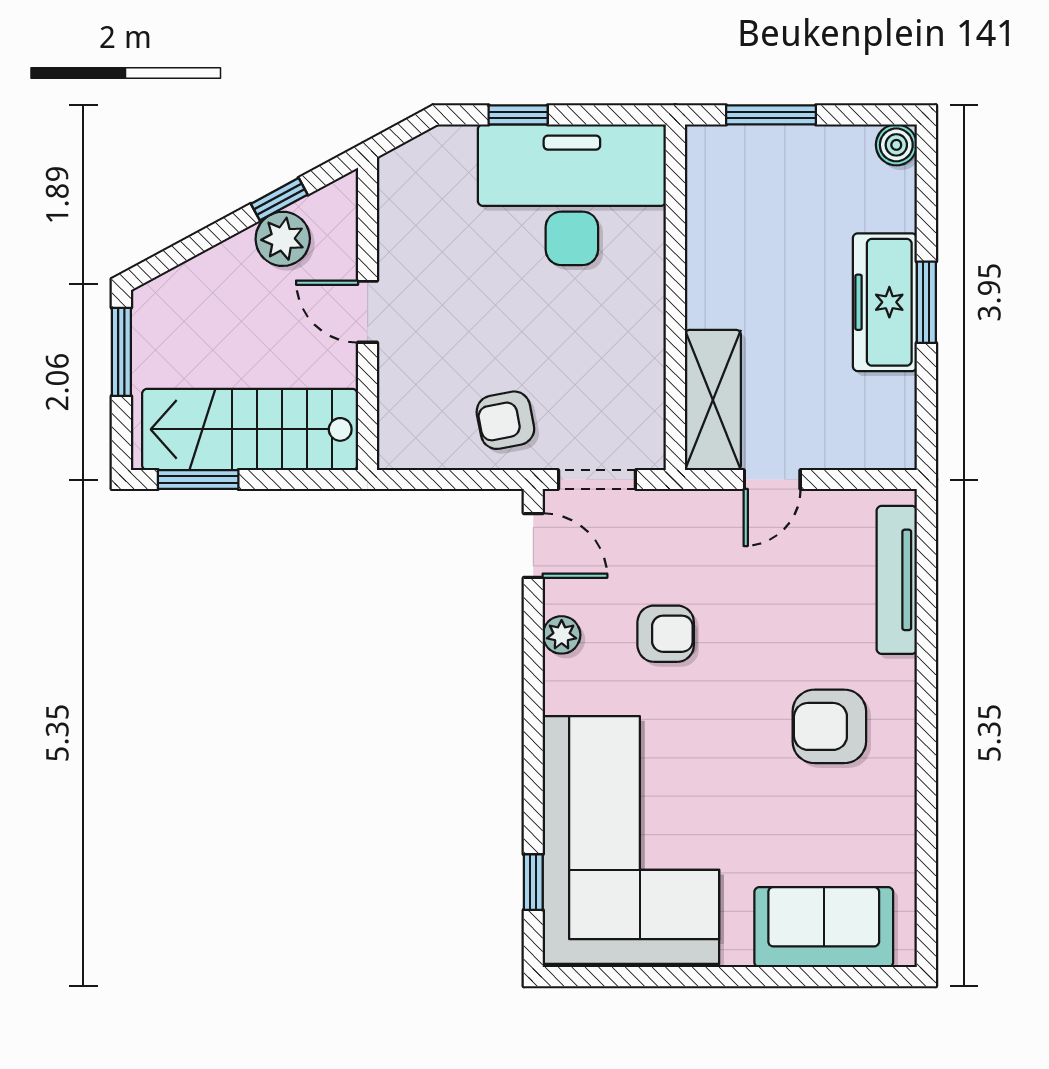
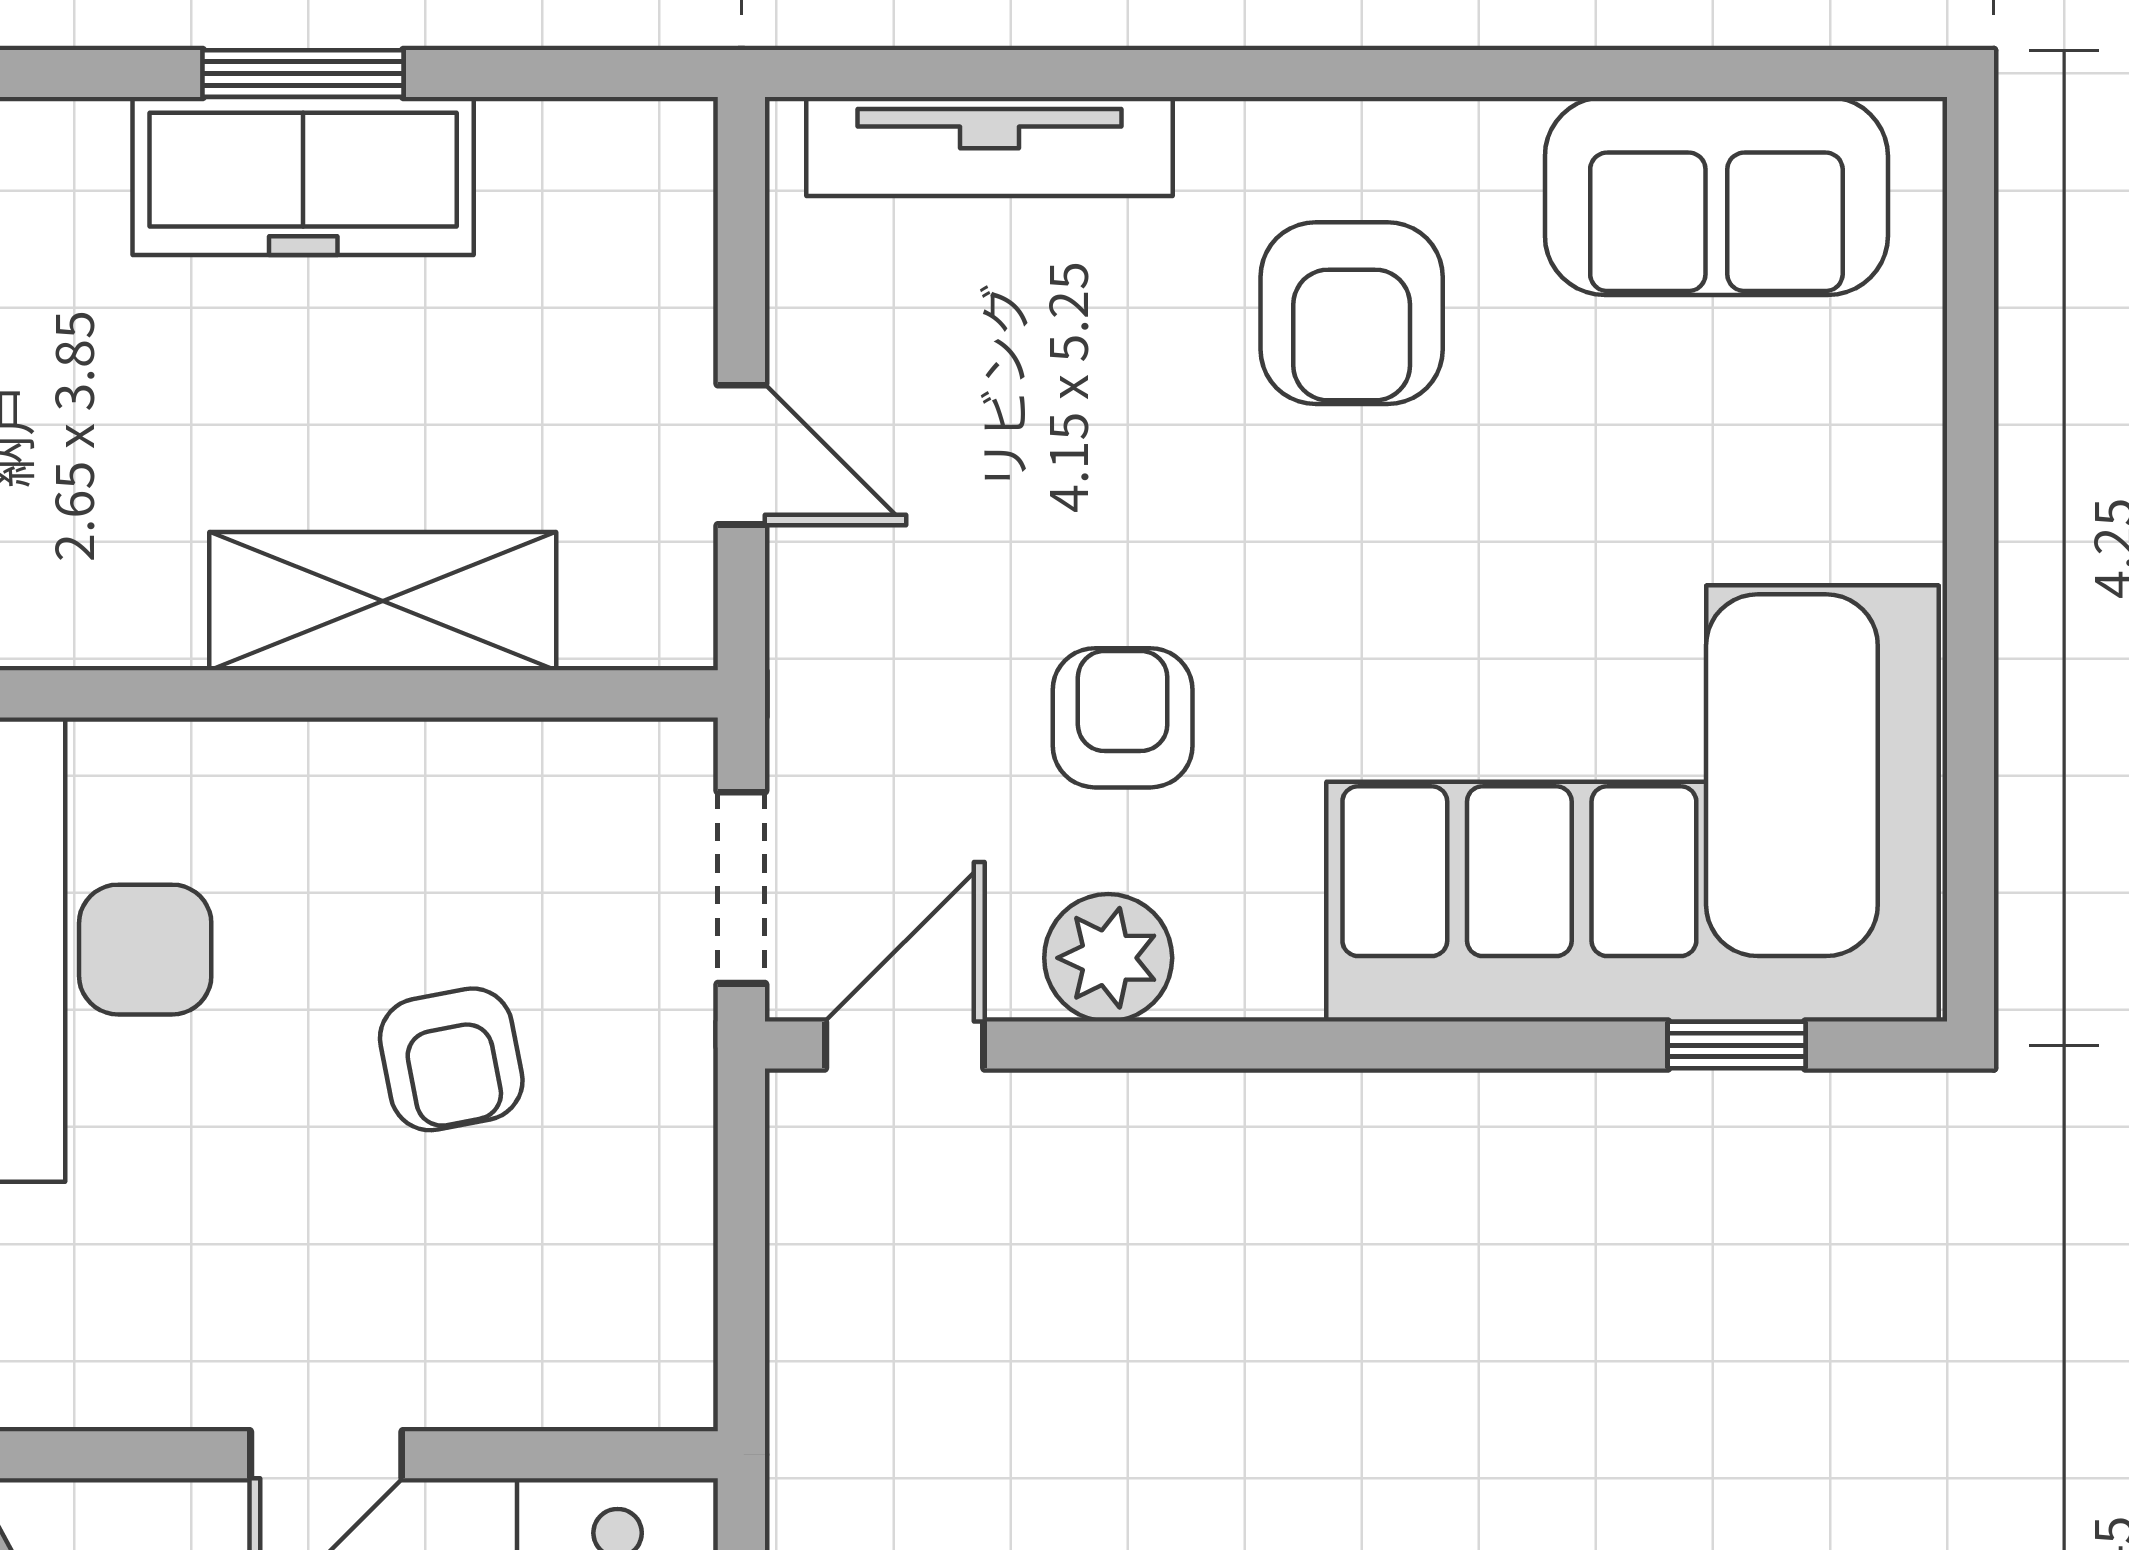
shelving: (713, 400) -> (383, 601), moved
armchair: (505, 420) -> (451, 1059), moved
plant: (562, 635) -> (1108, 958), width x1.38, depth x1.38
sofa: (824, 927) -> (1716, 196), moved, turned -90

